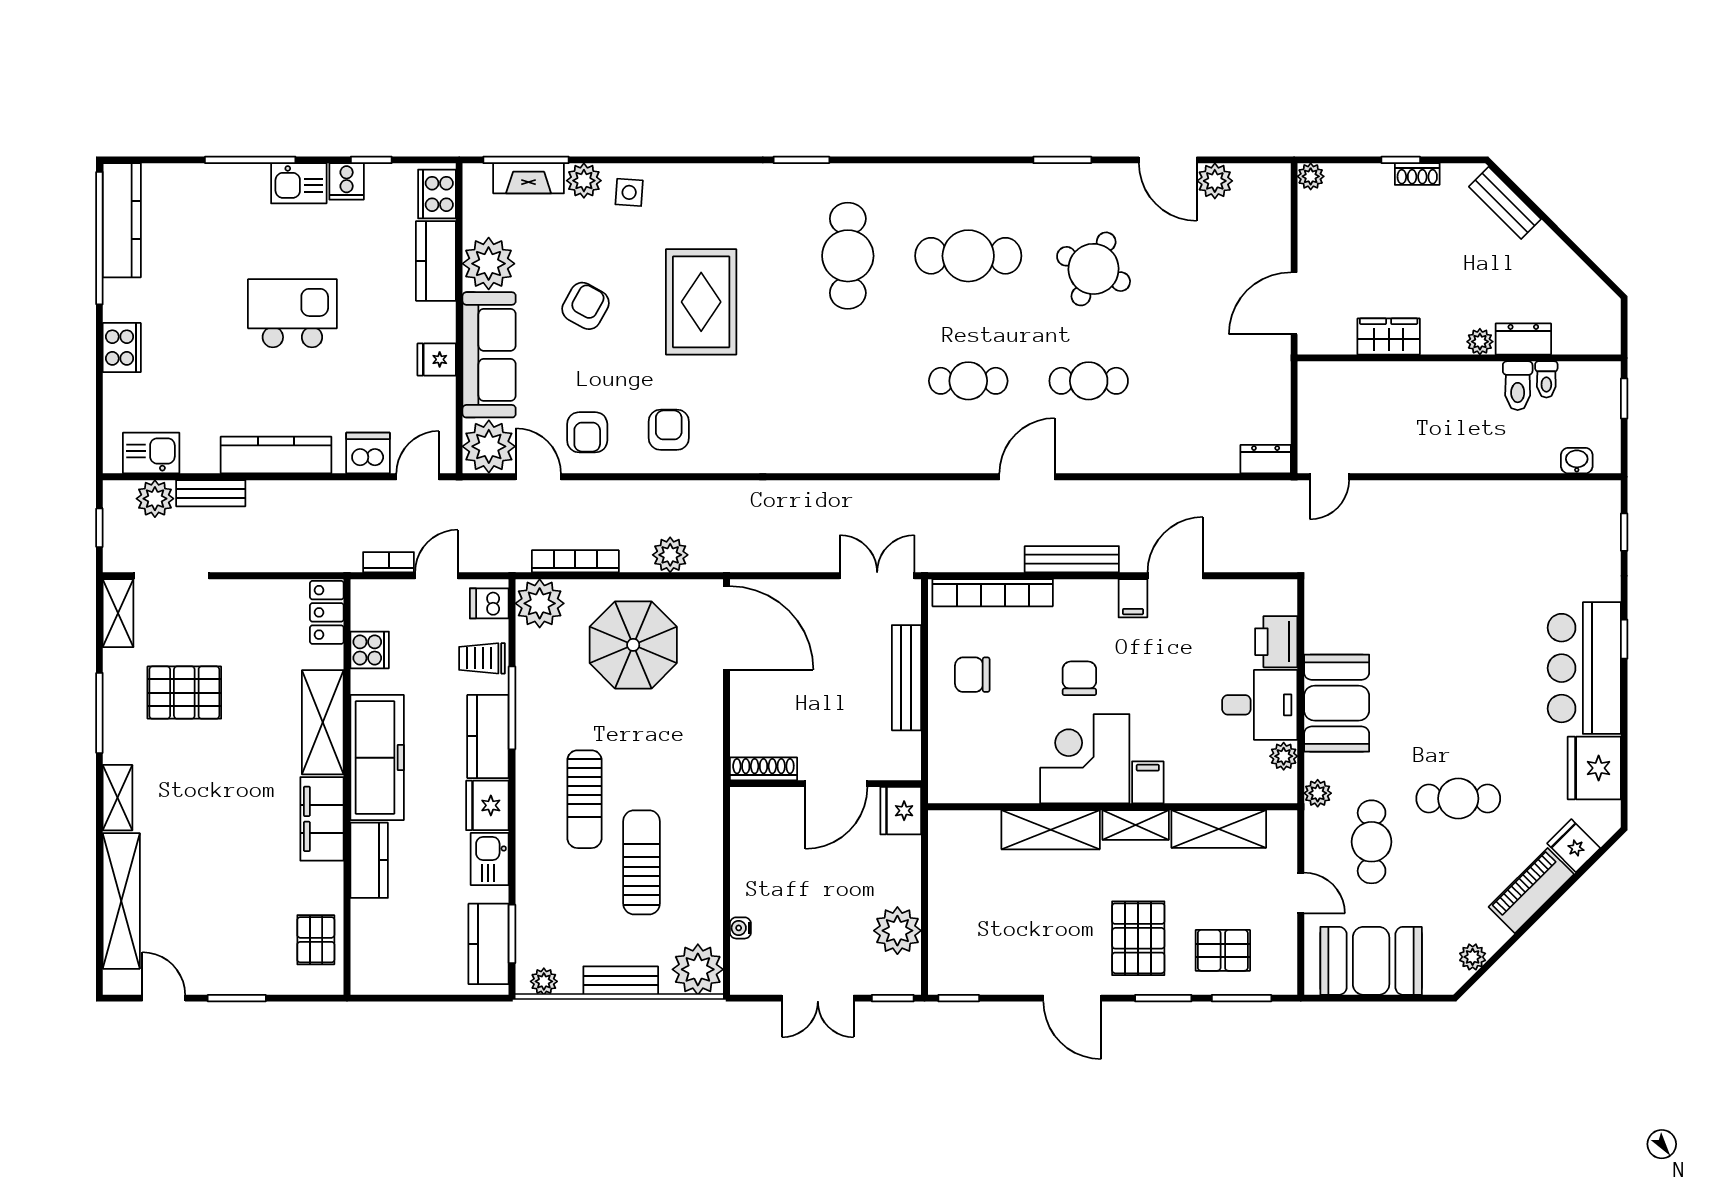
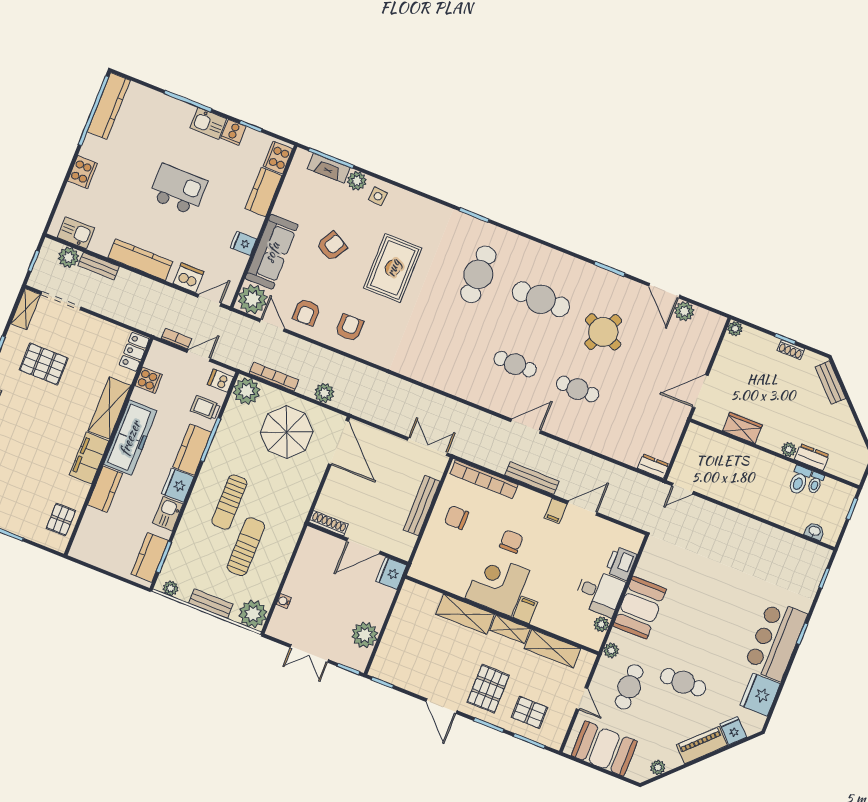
plant: (489, 264) -> (290, 204), removed

